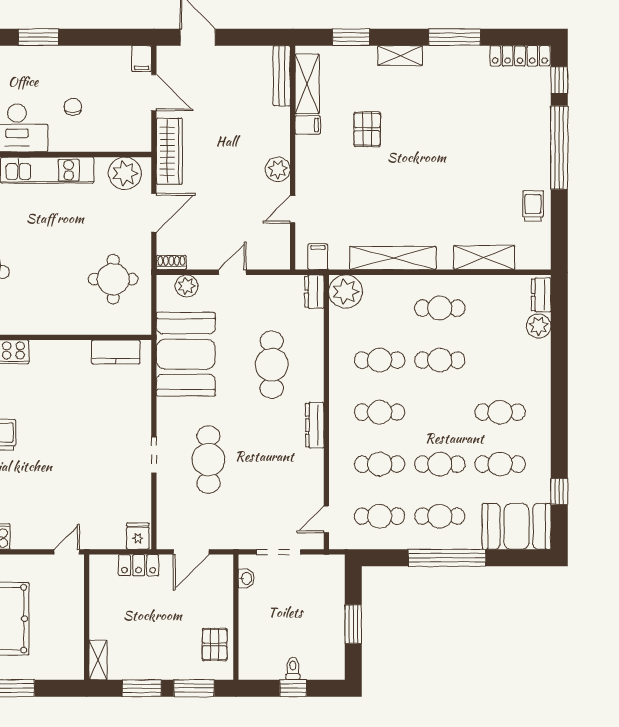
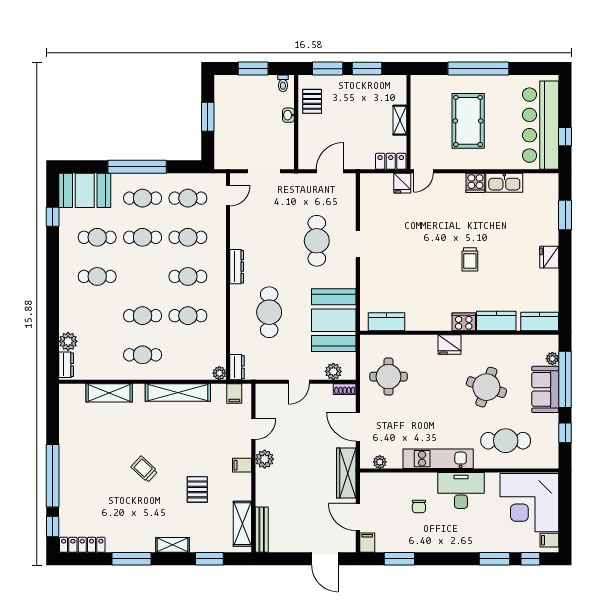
window: (38, 37) -> (399, 559), moved
filing cabinet: (308, 125) -> (242, 465), moved
plant: (125, 173) -> (380, 462), width x0.53, depth x0.53
trolley: (533, 206) -> (144, 469), moved, turned 133
door: (154, 213) -> (358, 427), hinge flipped
plant: (346, 292) -> (219, 373), width x0.53, depth x0.53
fridge: (32, 322) -> (449, 344), added
fridge: (138, 536) -> (402, 183), moved
locker: (139, 565) -> (391, 161), moved
washbasin: (246, 578) -> (288, 115), moved
shelving: (98, 660) -> (400, 120), moved
toilet: (293, 669) -> (283, 83), moved
window: (293, 688) -> (253, 69), width x1.50

